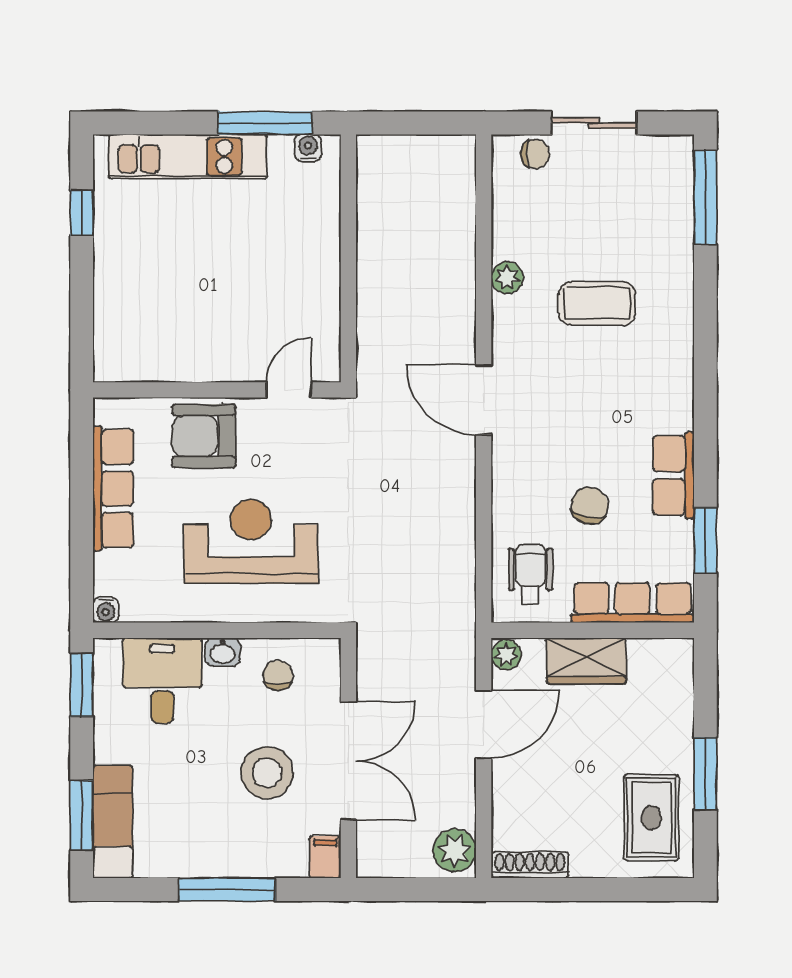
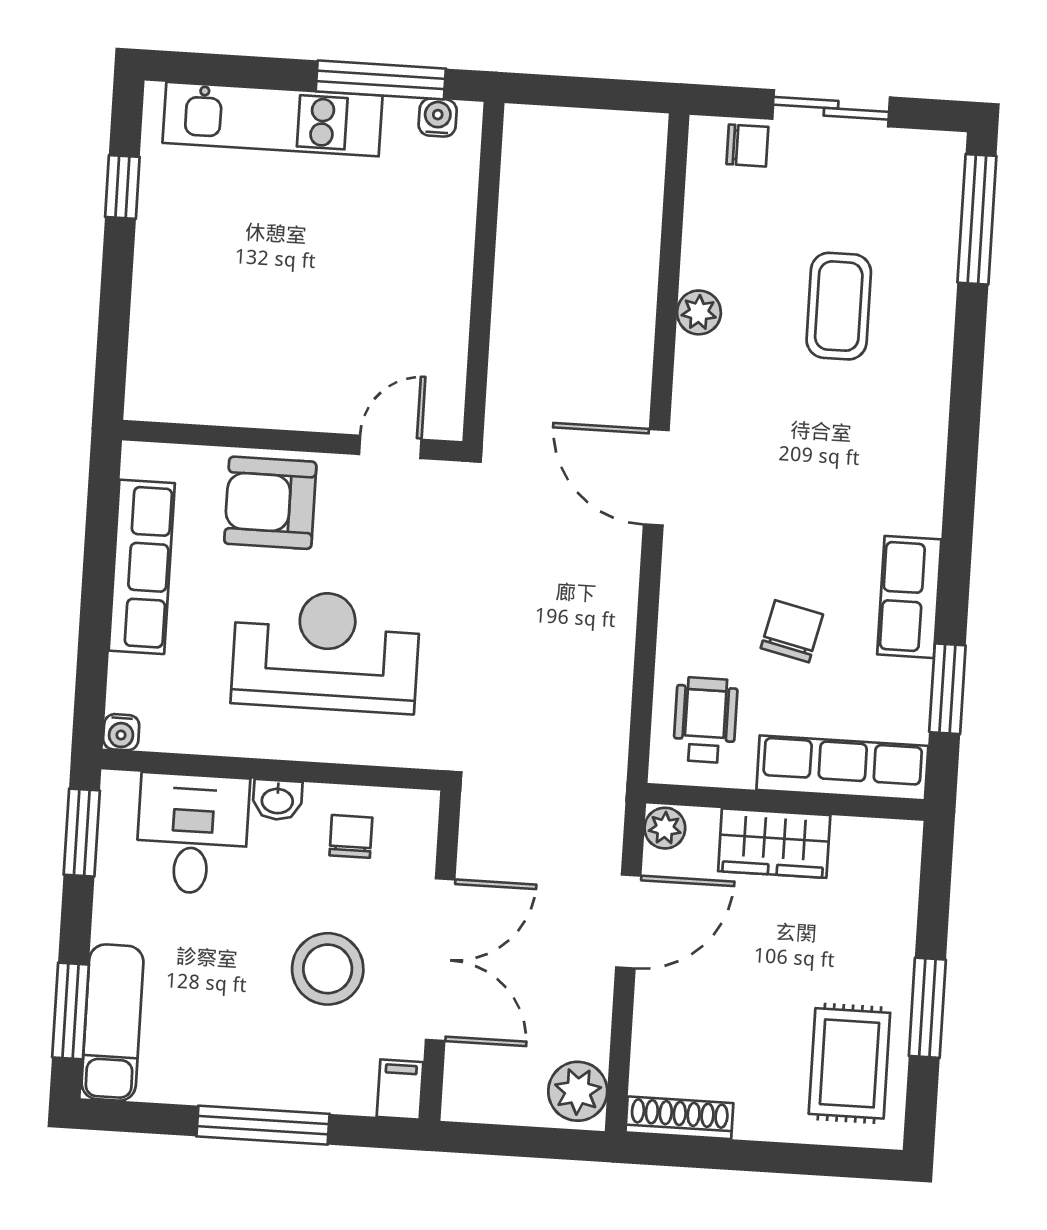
coffee table: (597, 304) -> (839, 306), moved, turned 90

